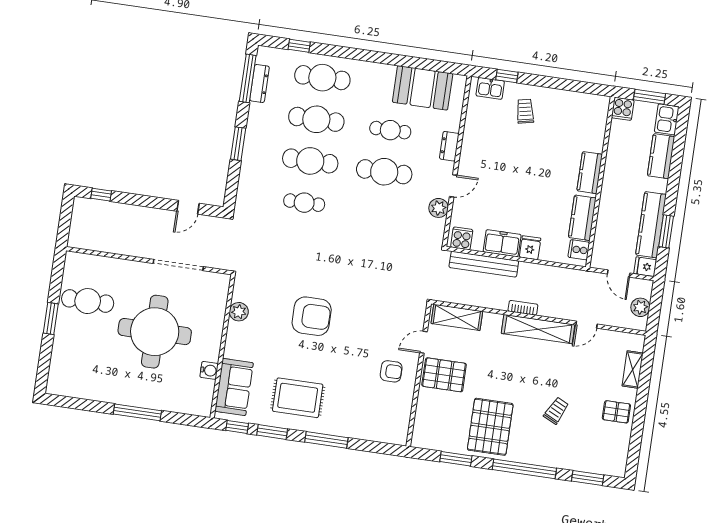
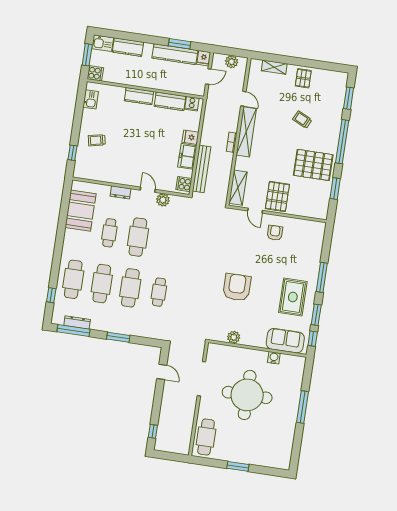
kitchen sink: (490, 88) -> (91, 99), moved
cafe table: (88, 301) -> (206, 437), moved

